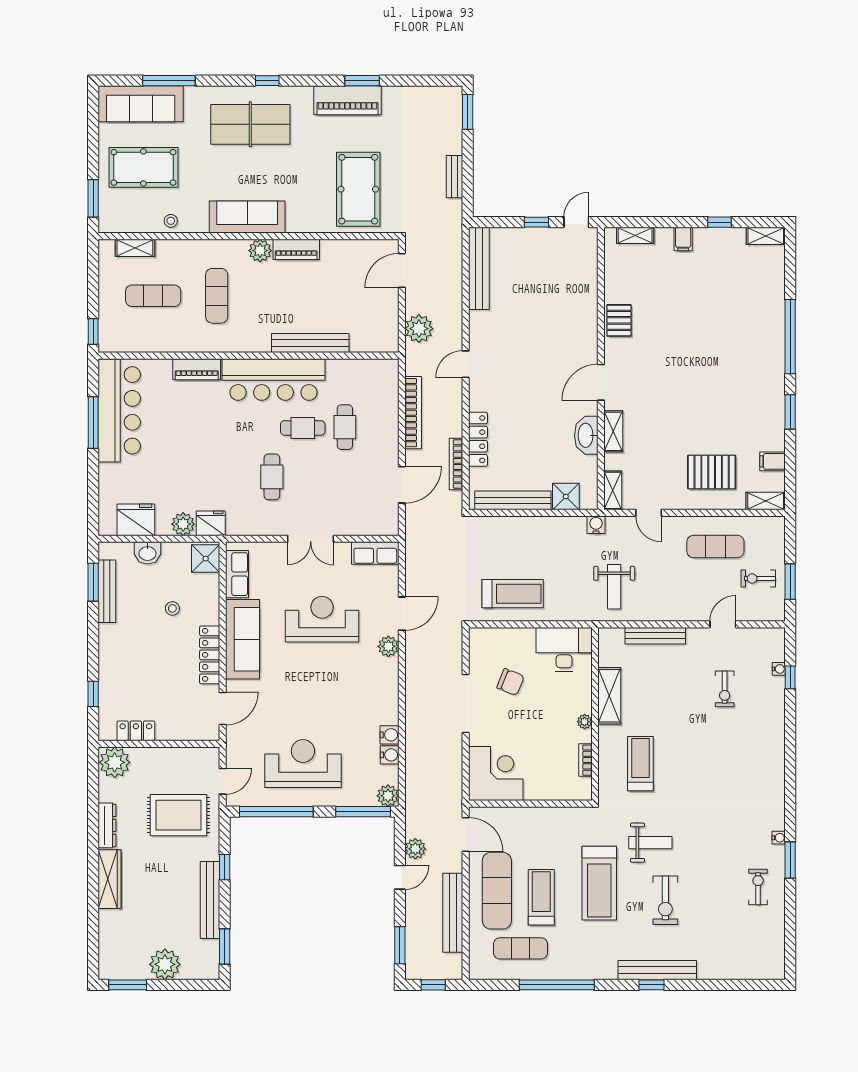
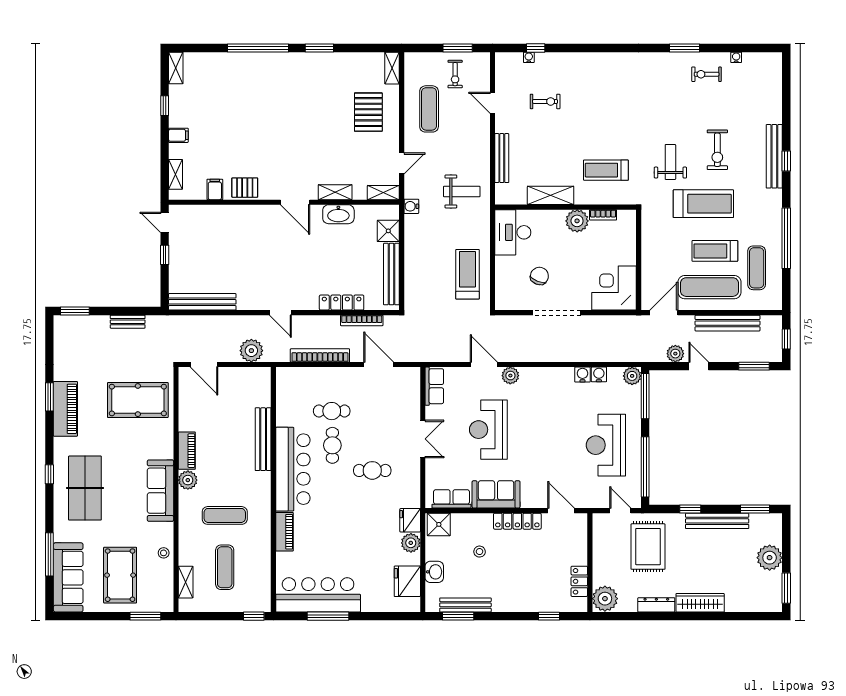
filing cabinet: (772, 461) -> (215, 189), moved, turned 180
sofa: (242, 639) -> (496, 494), width x0.73
plant: (585, 722) -> (577, 221), width x1.87, depth x1.87
water cooler: (779, 838) -> (736, 57), moved
exercise bike: (665, 900) -> (717, 150), turned 90

